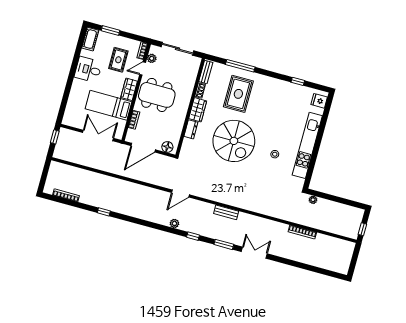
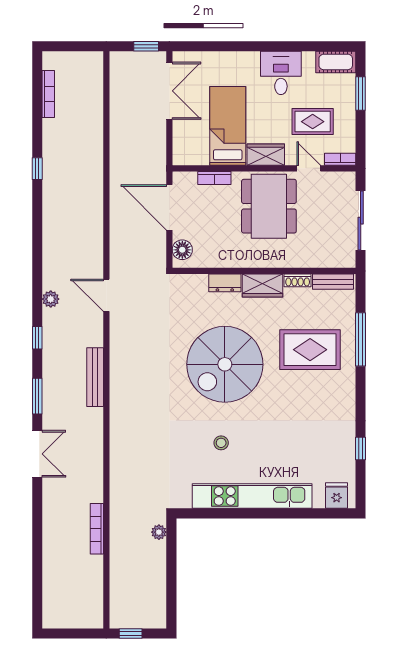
plant: (152, 58) -> (331, 180), removed
double door: (98, 135) -> (169, 91), moved
bench: (226, 212) -> (95, 377), width x1.36

